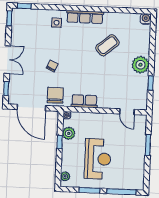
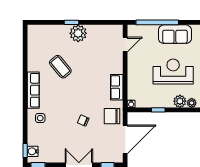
water cooler: (146, 19) -> (33, 151), moved
window: (151, 83) -> (71, 22), moved
plant: (69, 133) -> (180, 101), moved
window: (148, 145) -> (157, 22), width x2.11
sofa: (135, 162) -> (175, 34), added

